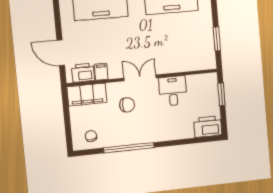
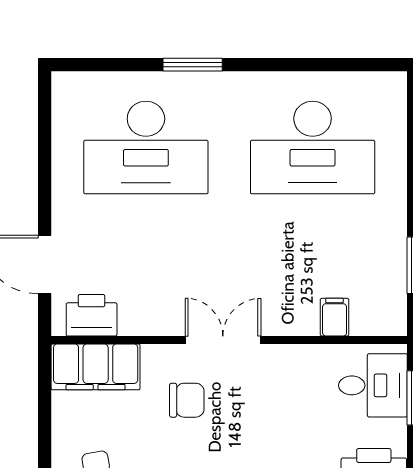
filing cabinet: (101, 72) -> (335, 317), moved
desk: (173, 91) -> (373, 385), moved, turned 90

